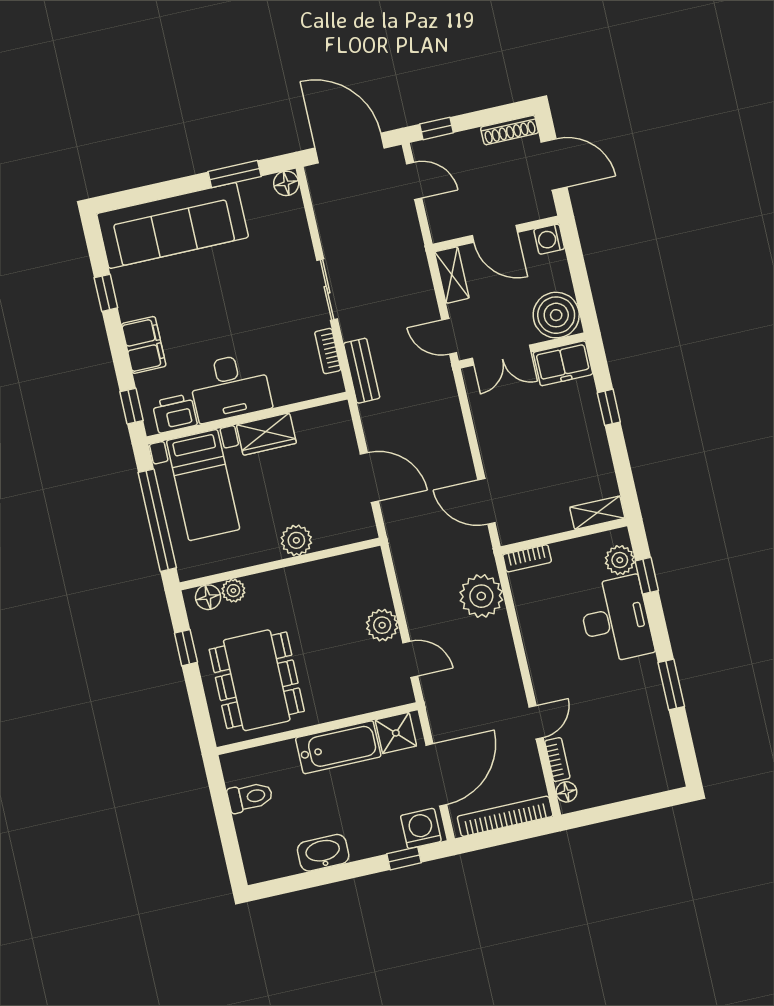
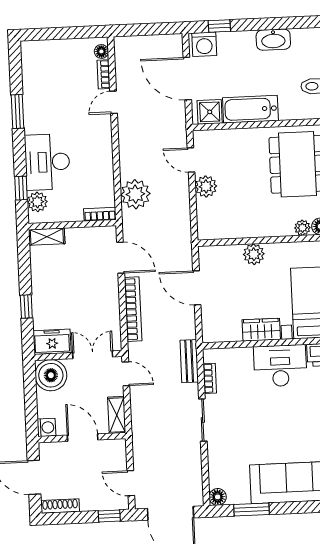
door: (436, 775) -> (187, 79), hinge flipped
bookcase: (505, 816) -> (133, 309), moved, turned -90

